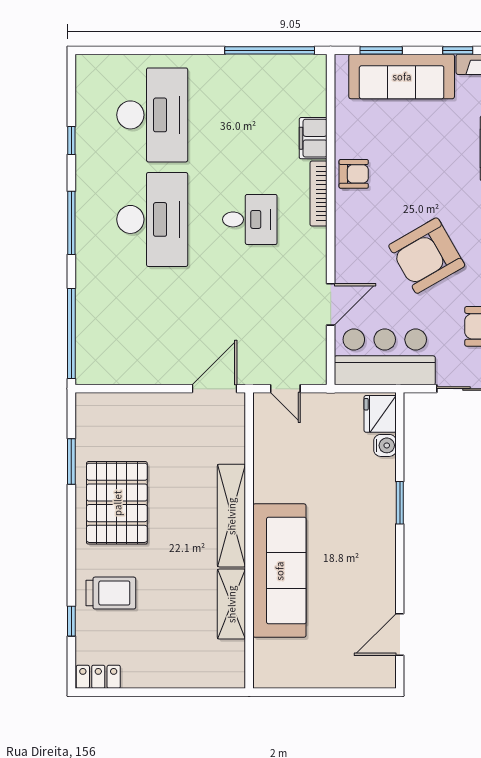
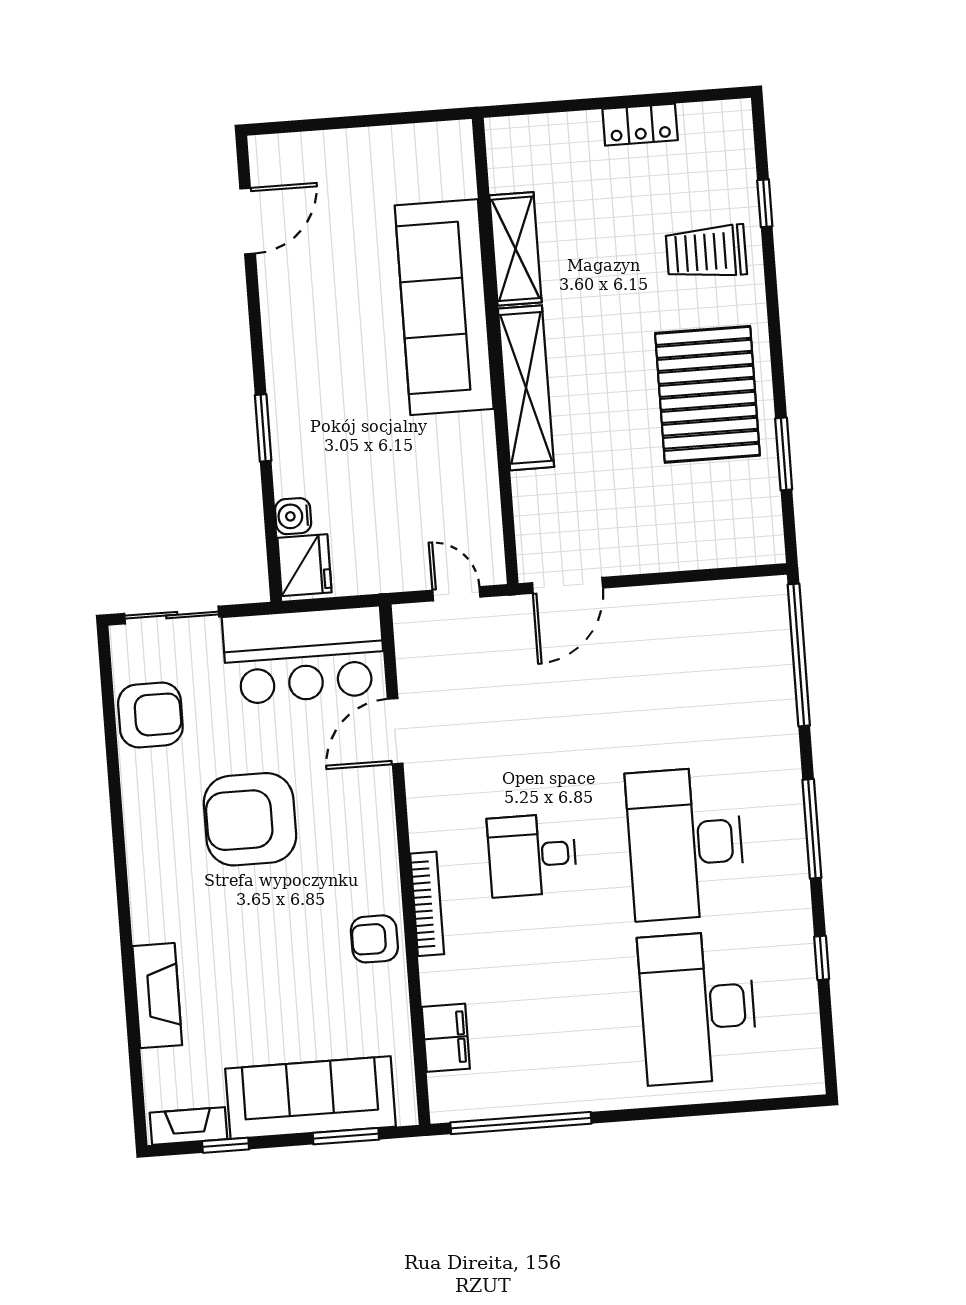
filing cabinet: (313, 138) -> (446, 1038), moved
armchair: (427, 256) -> (250, 819), turned -150
locker: (98, 677) -> (640, 125), moved

